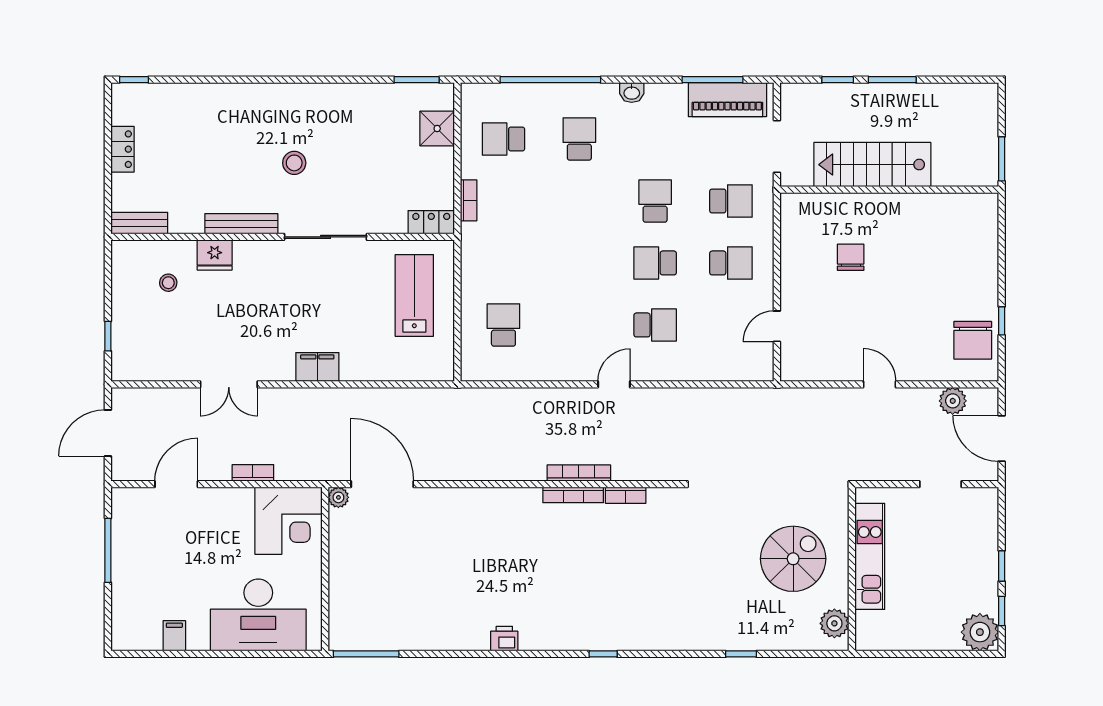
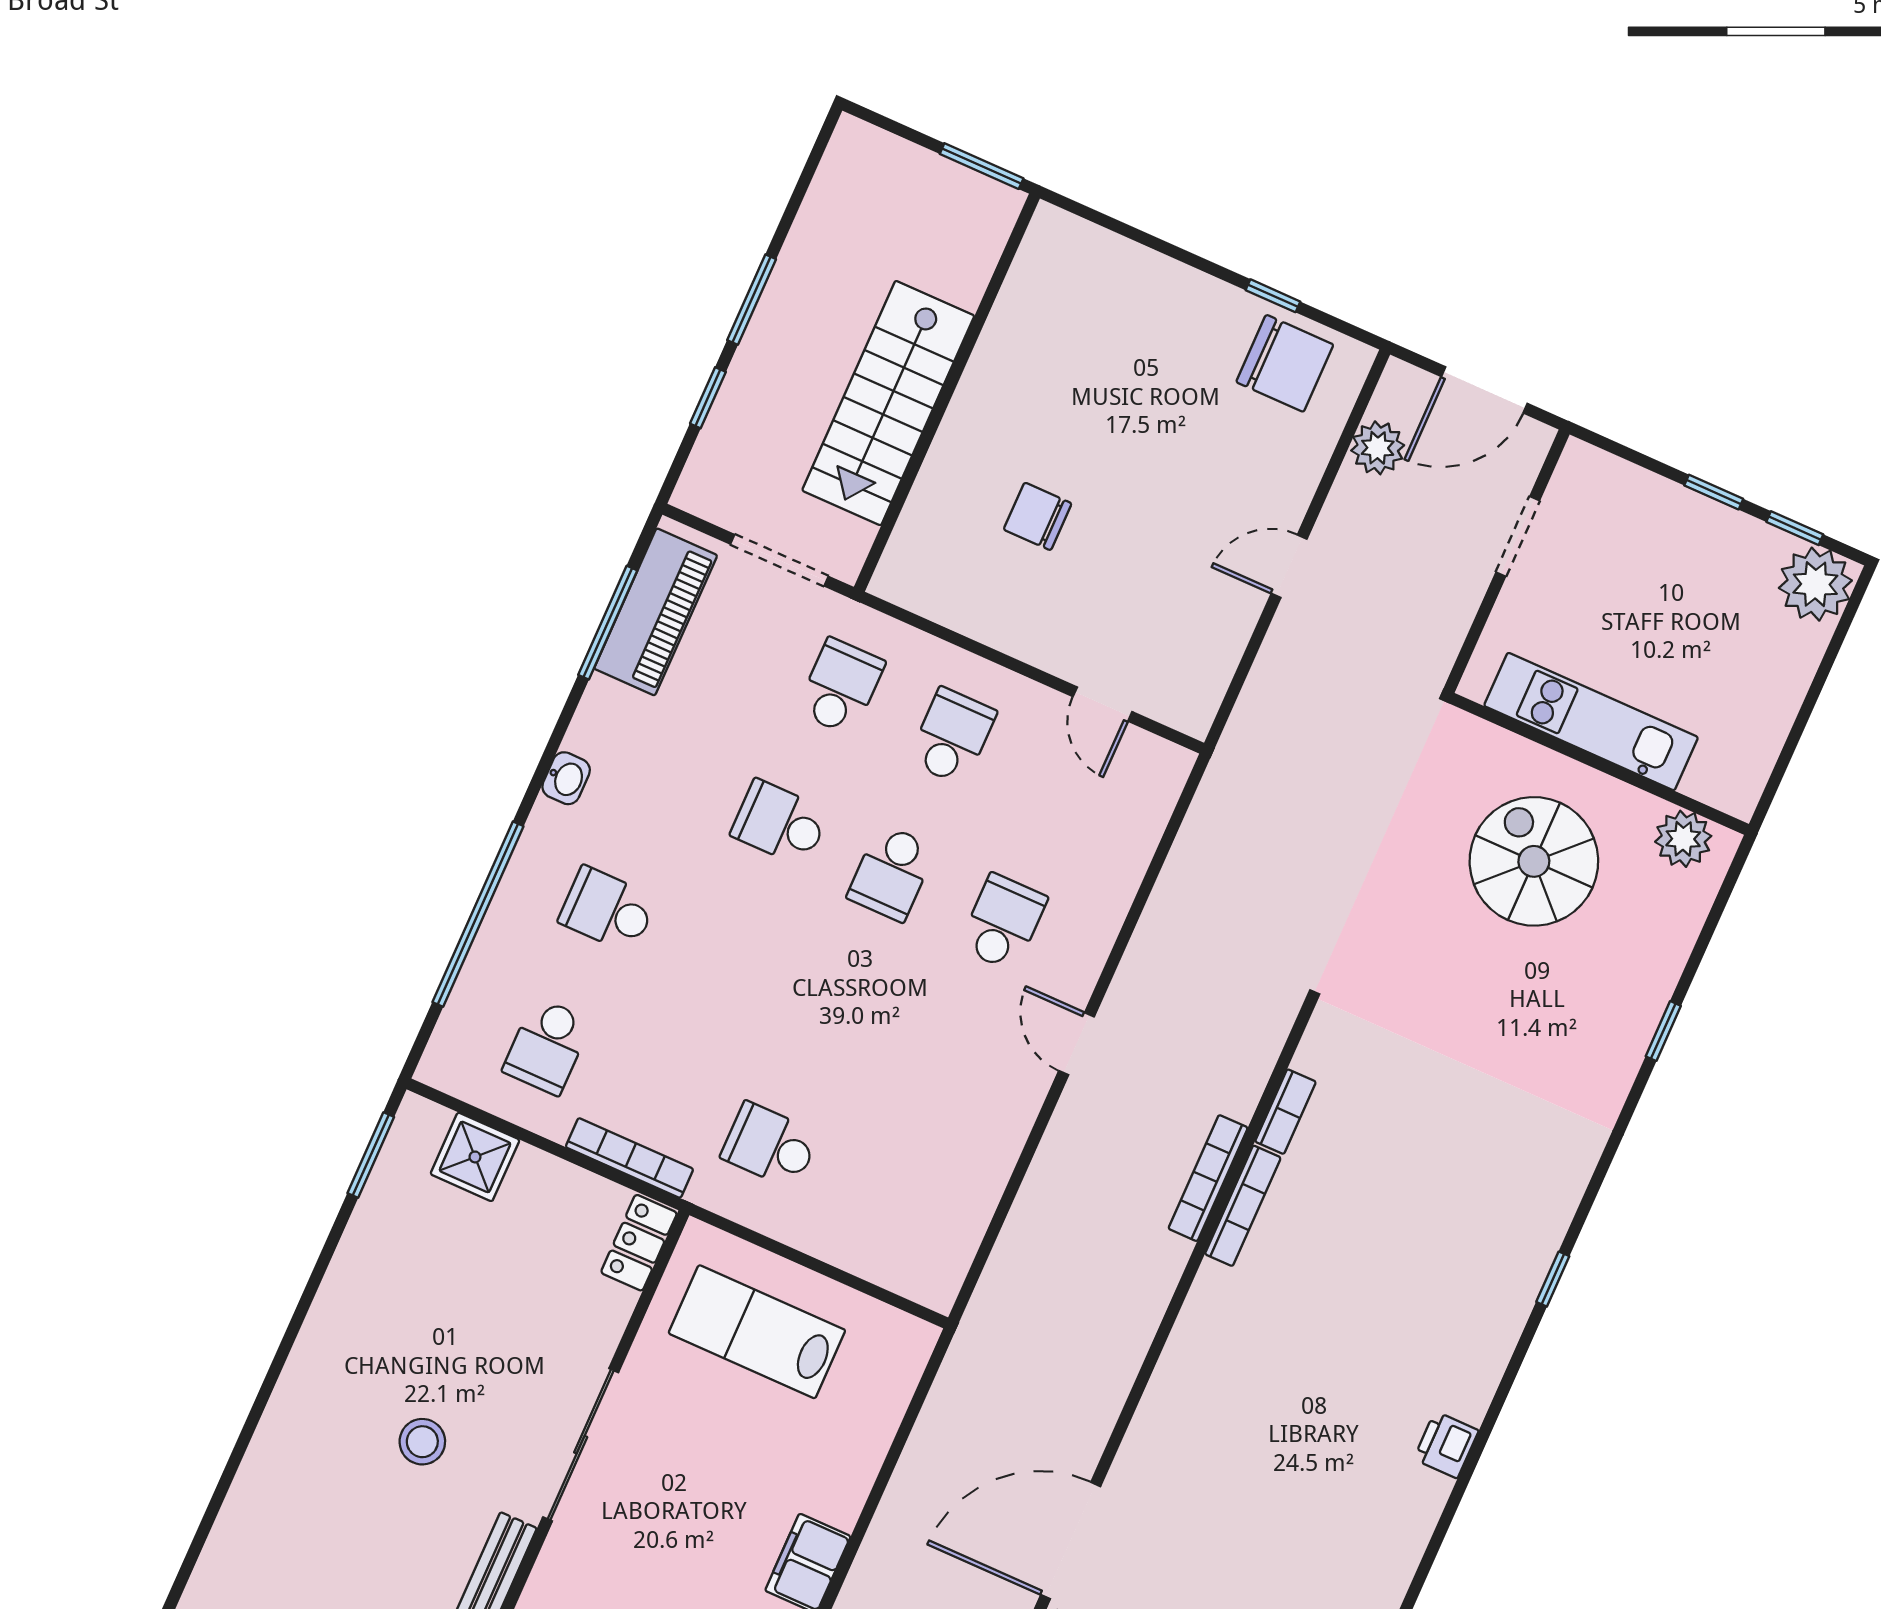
bookcase: (469, 200) -> (629, 1158), width x1.56
school desk: (503, 325) -> (770, 1145), moved

